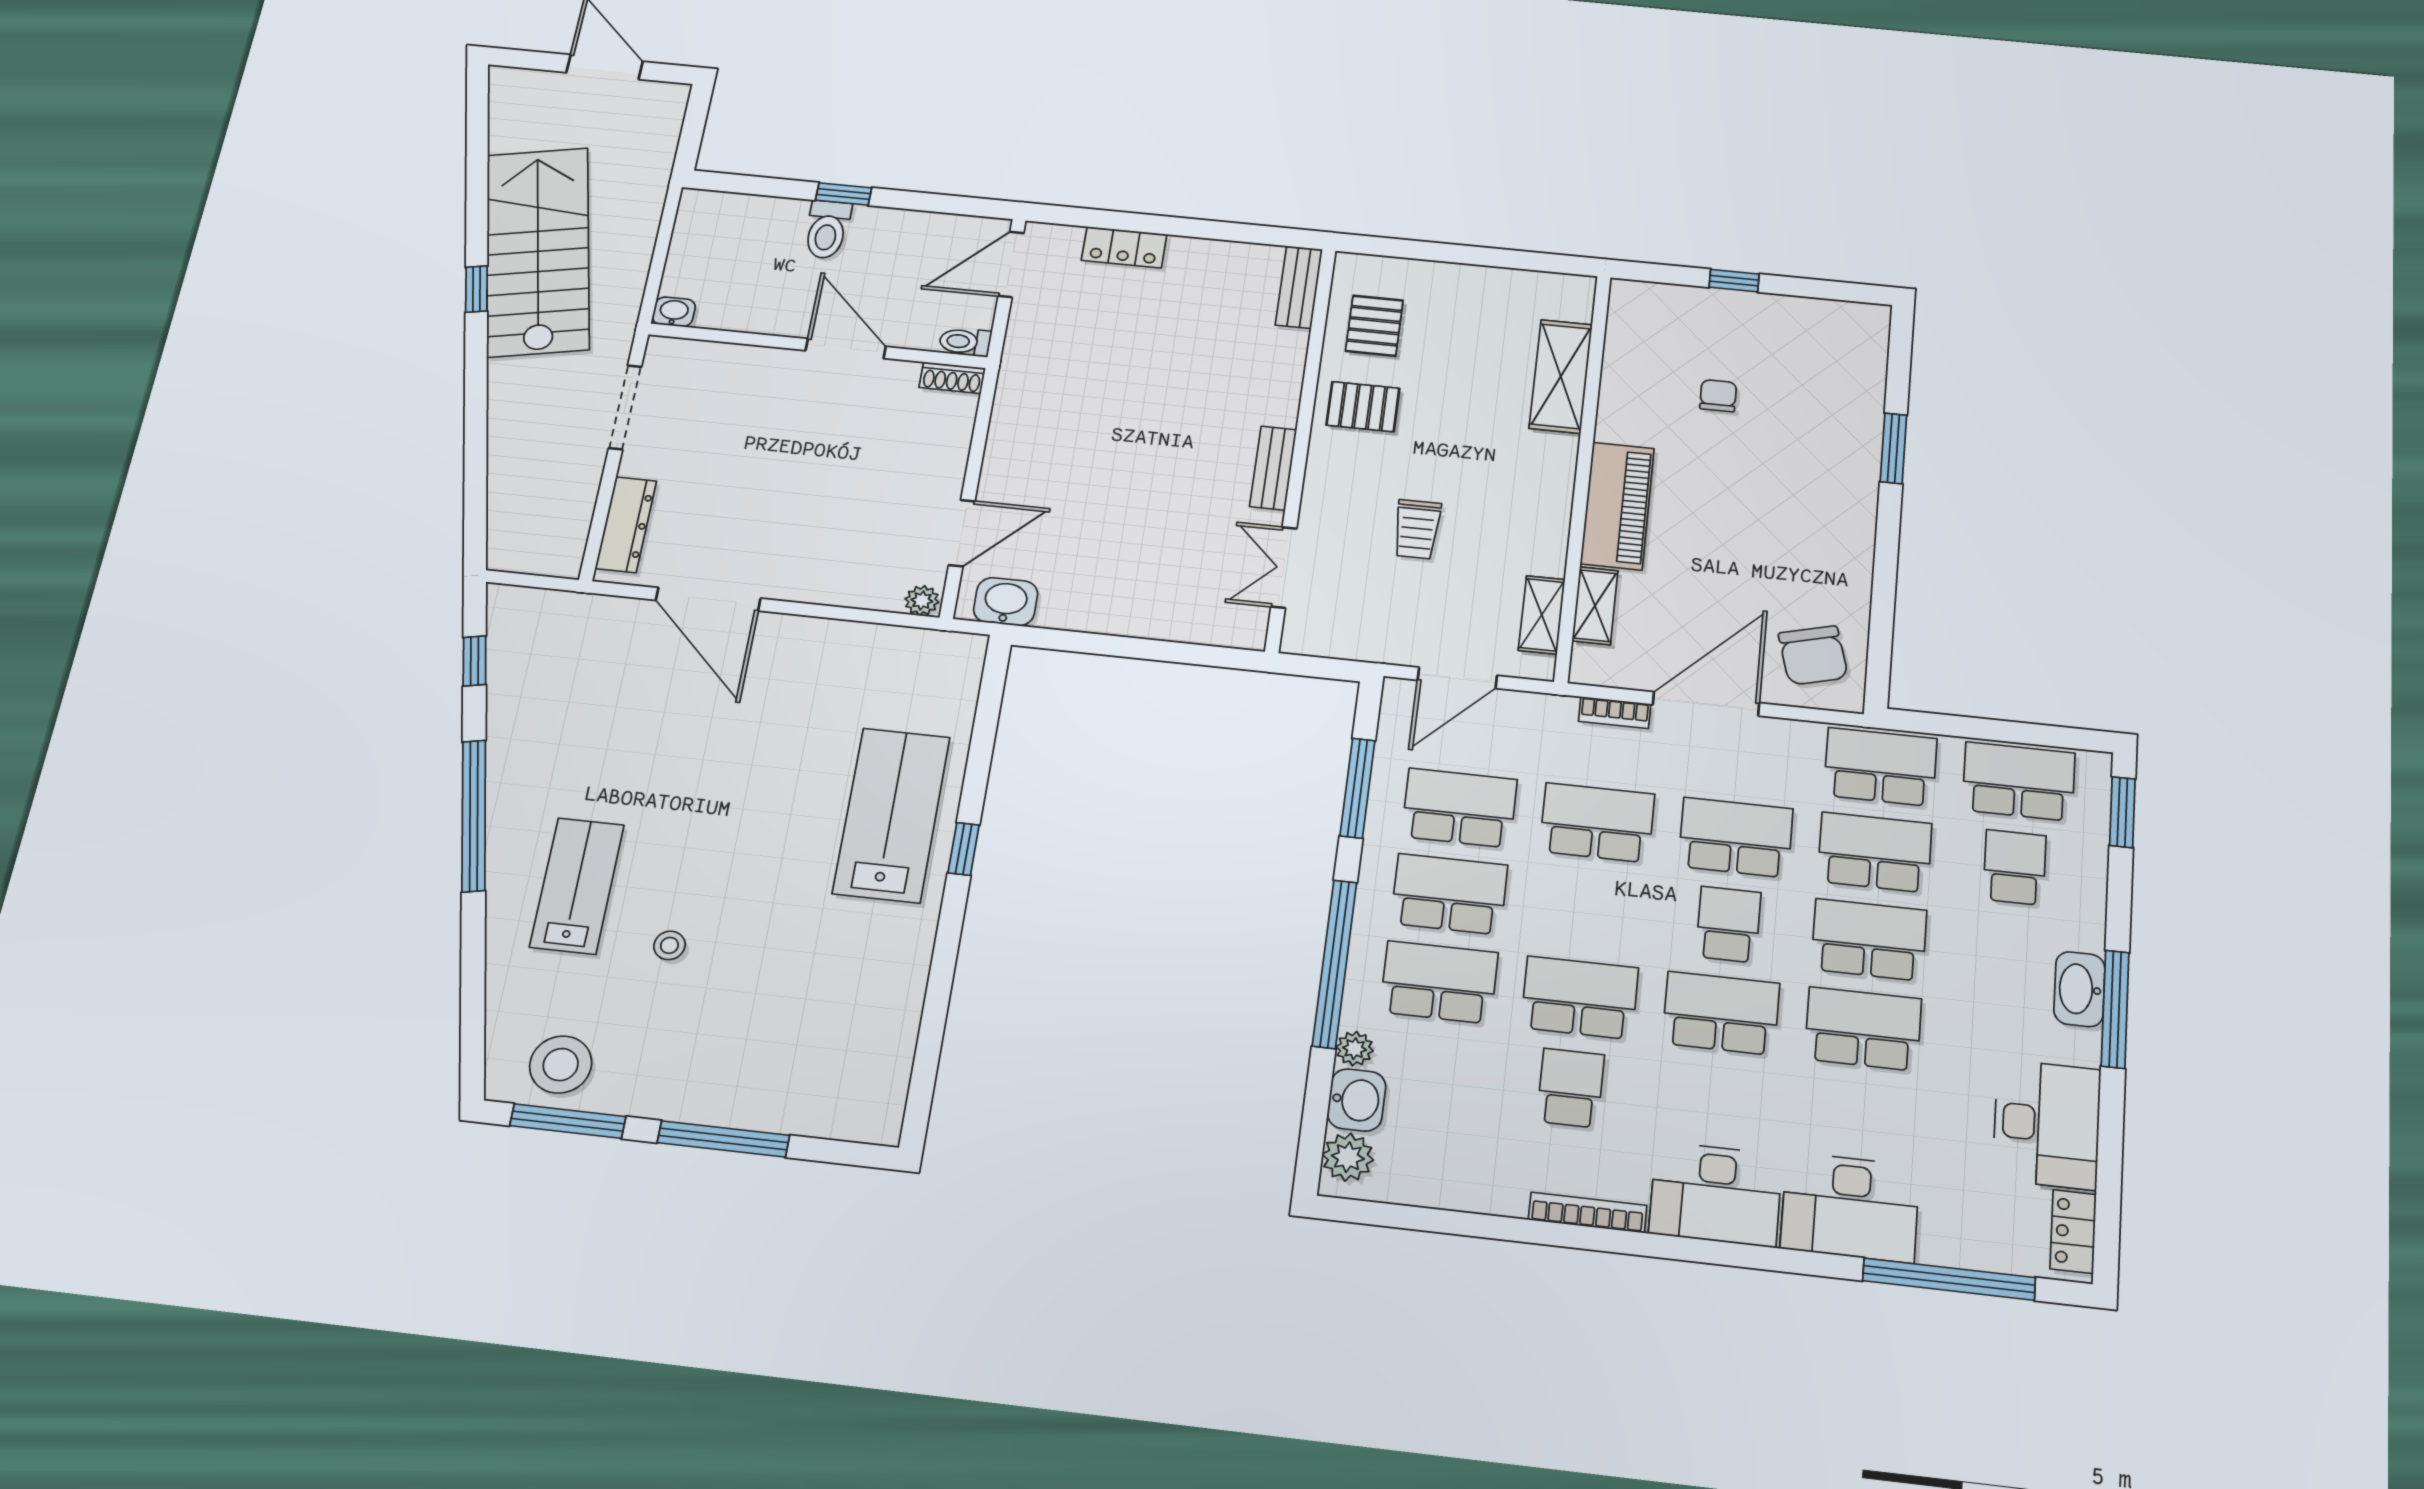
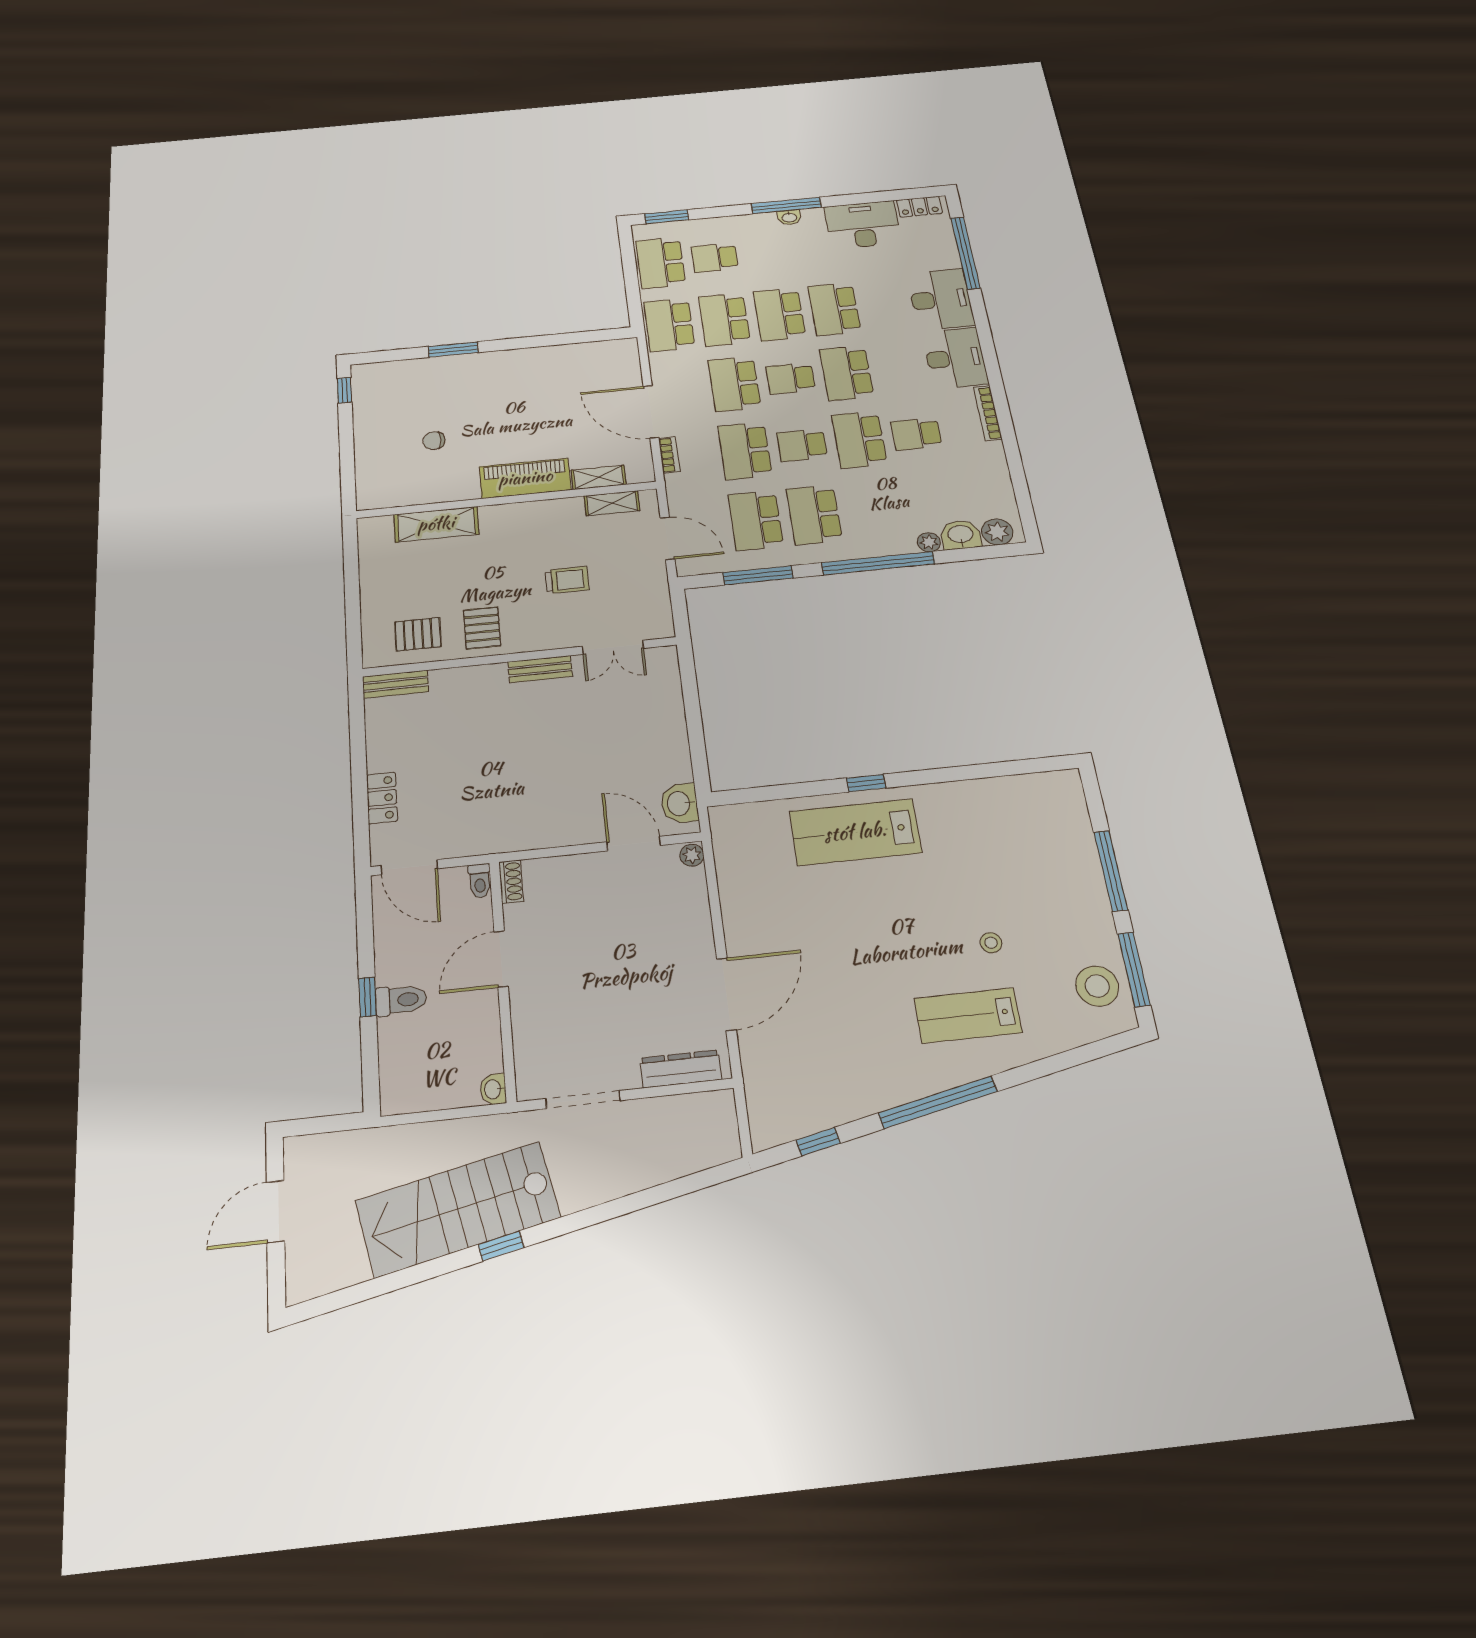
window: (1734, 281) -> (344, 390), moved
chair: (1813, 655) -> (605, 366), removed
school desk: (1439, 982) -> (802, 445), moved, width x0.54
washbasin: (2079, 989) -> (789, 217), width x0.52, depth x0.69

